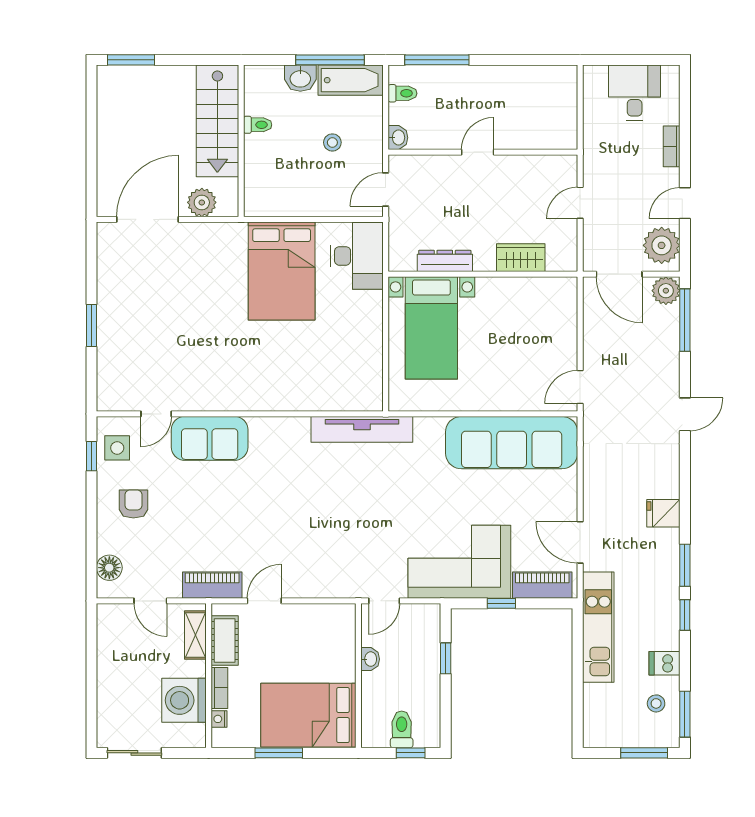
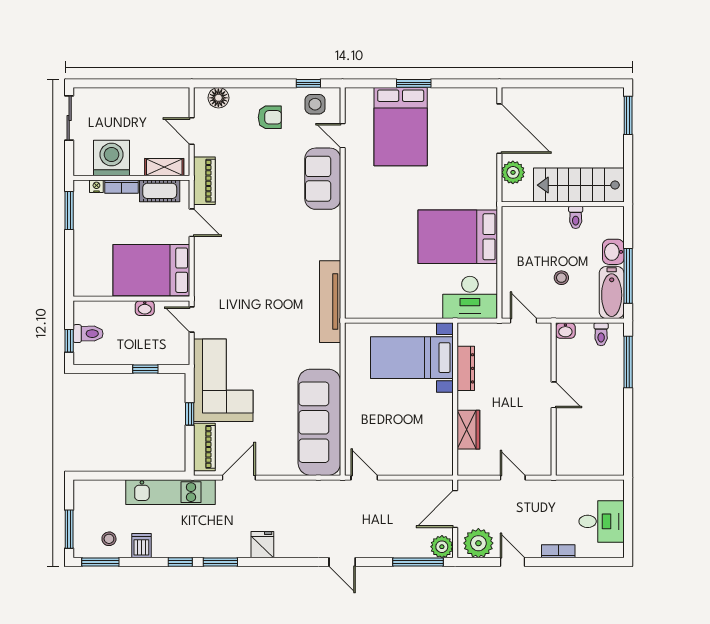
bed: (145, 342) -> (401, 127), added
door: (150, 601) -> (192, 131), hinge flipped
bed: (308, 715) -> (151, 270), moved, turned -90
window: (279, 753) -> (69, 211), moved

